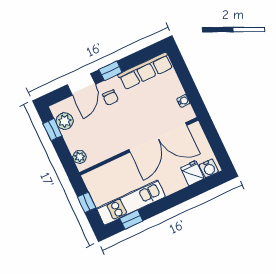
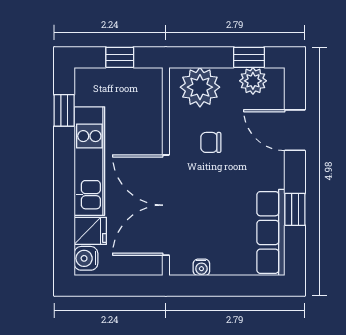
window: (111, 71) -> (295, 209), moved
chair: (110, 97) -> (211, 142), moved
plant: (80, 157) -> (200, 87), width x1.88, depth x1.88
kitchen unit: (131, 203) -> (89, 161), moved

